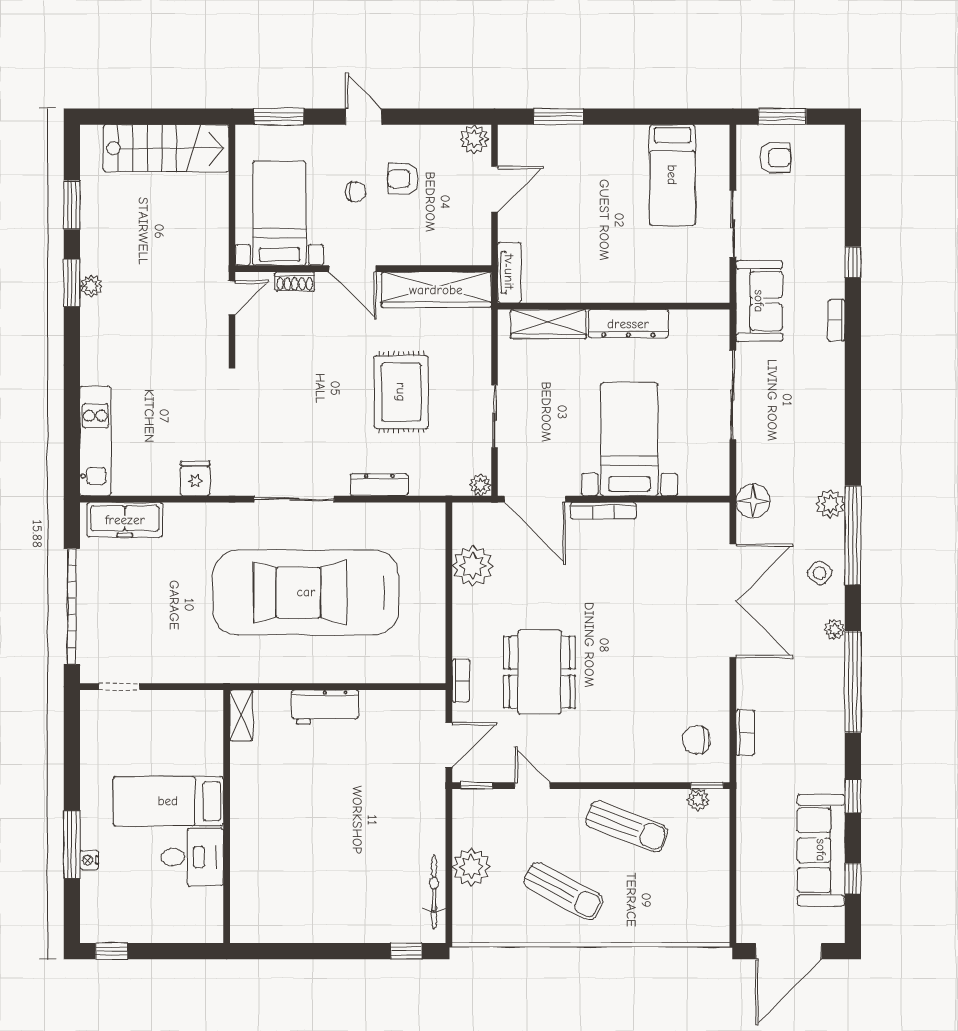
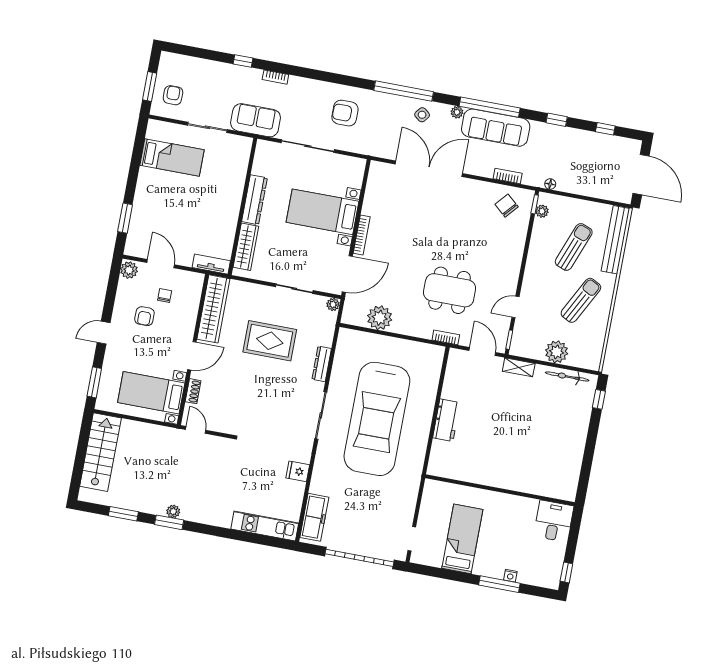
chair: (356, 192) -> (165, 296), moved
armchair: (799, 446) -> (345, 113), added
floor lamp: (753, 501) -> (550, 184), moved, width x0.53, depth x0.53
plant: (830, 504) -> (383, 101), removed
shelving: (241, 715) -> (519, 367), moved
chair: (696, 740) -> (507, 206), turned 131
bed: (168, 801) -> (462, 539), moved, turned 180
sun lounger: (627, 826) -> (574, 247), moved
sofa: (821, 850) -> (496, 128), moved
desk: (192, 857) -> (554, 521), moved
bench: (674, 929) -> (615, 240), added

